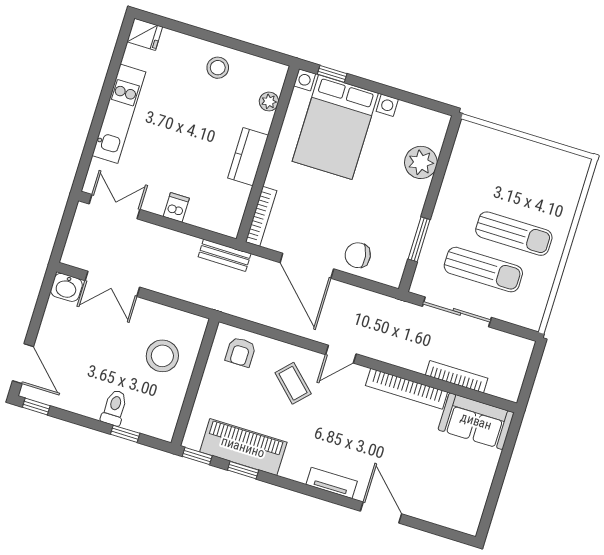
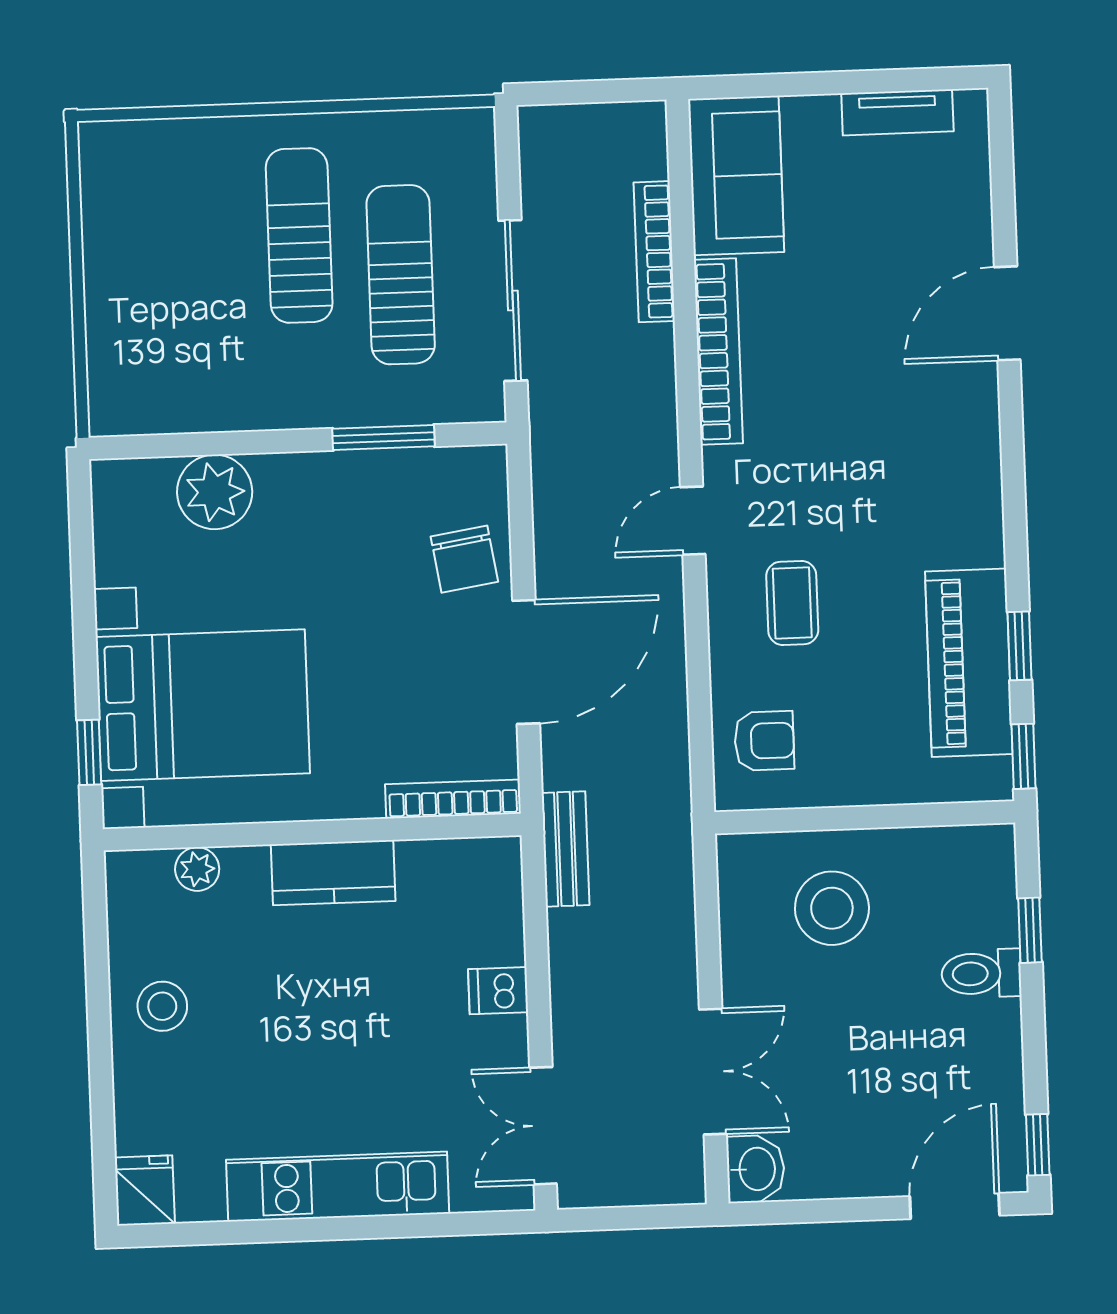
door: (341, 354) -> (693, 521), swing flipped
coffee table: (293, 383) -> (792, 603), turned -44
tv unit: (332, 483) -> (897, 112), moved, turned -90

